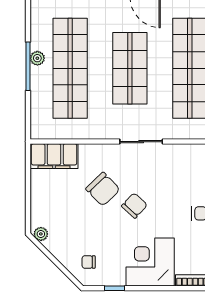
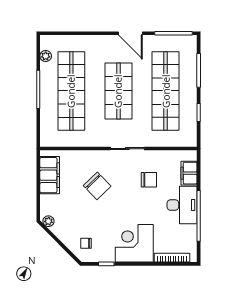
plant: (37, 58) -> (46, 56), moved
filing cabinet: (54, 156) -> (50, 175), moved, turned -90
chair: (134, 206) -> (149, 180), moved, turned 47

